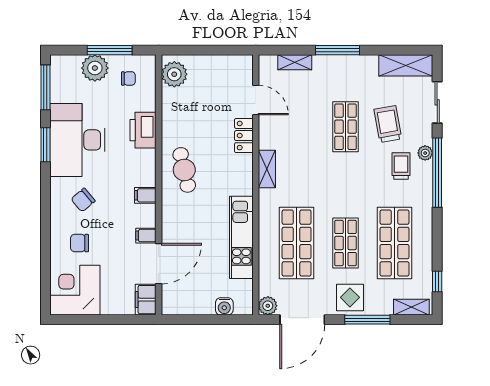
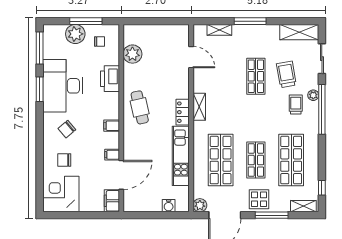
plant: (174, 74) -> (132, 54), moved
locker: (244, 136) -> (183, 112), moved

